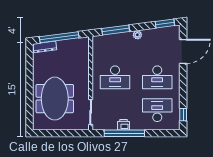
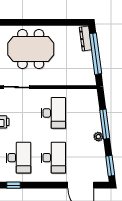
window: (116, 30) -> (105, 124), moved
desk: (115, 77) -> (53, 113), turned 180
desk: (157, 77) -> (53, 158), turned 180

